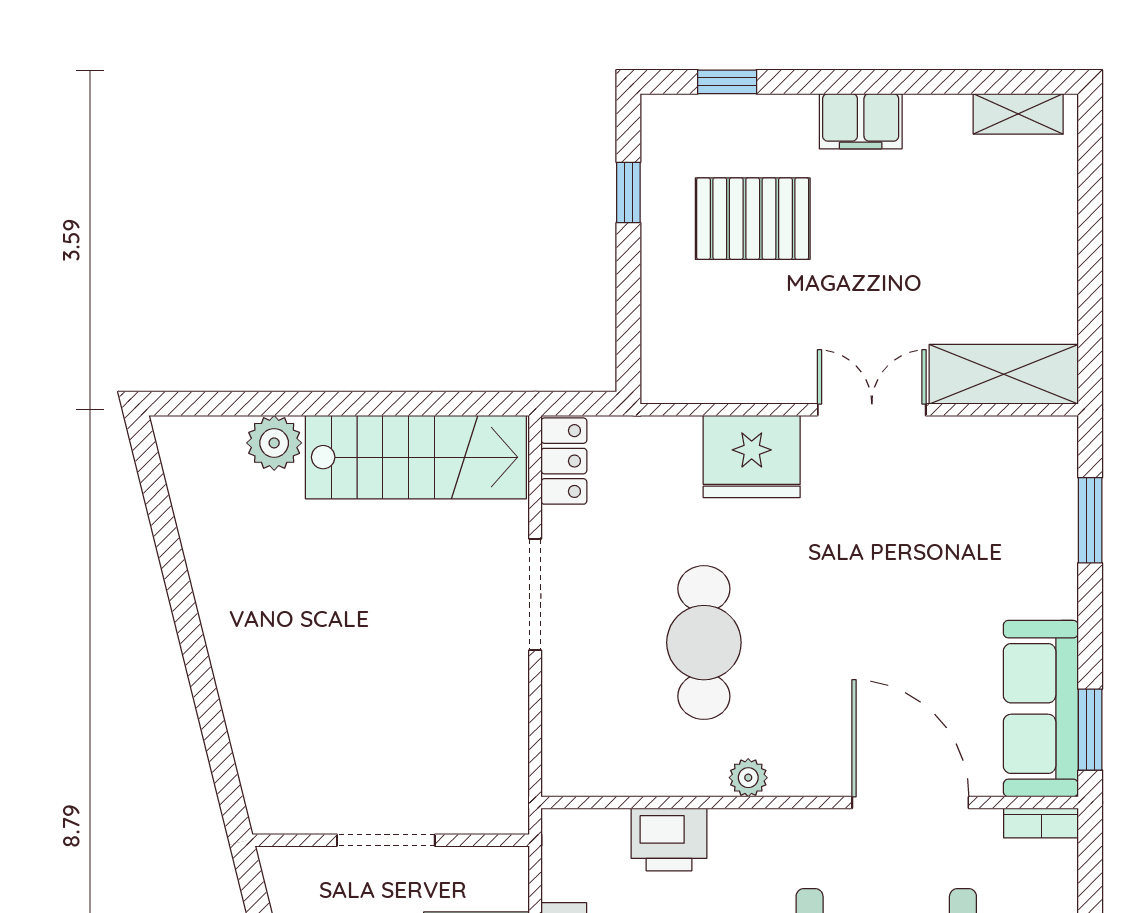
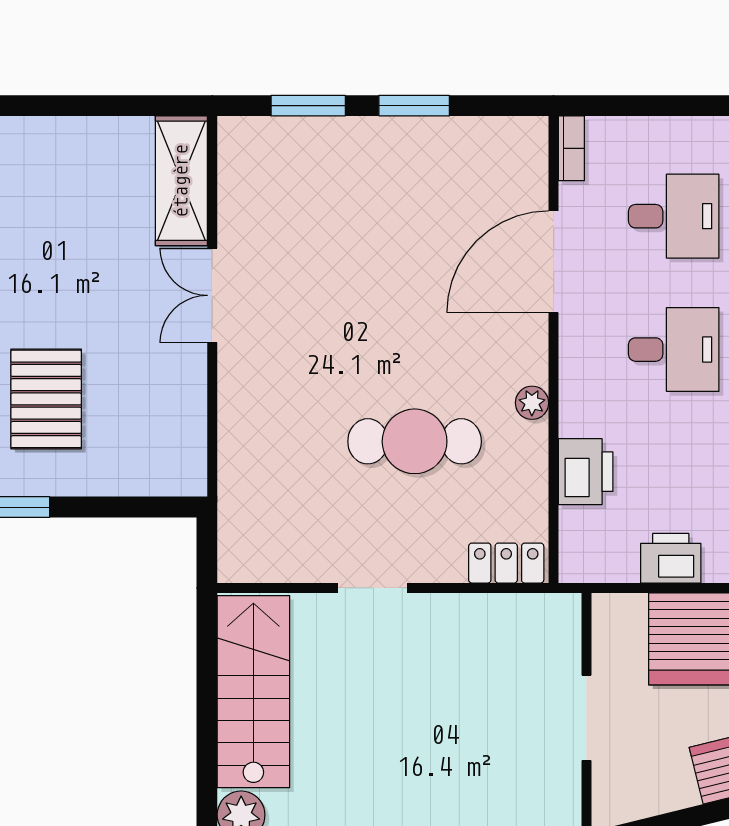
fridge: (752, 457) -> (253, 400), removed
locker: (564, 461) -> (506, 563), moved
doorway: (535, 594) -> (373, 588), width x0.73
sofa: (1041, 709) -> (472, 149), removed
window: (1090, 730) -> (414, 106), moved

